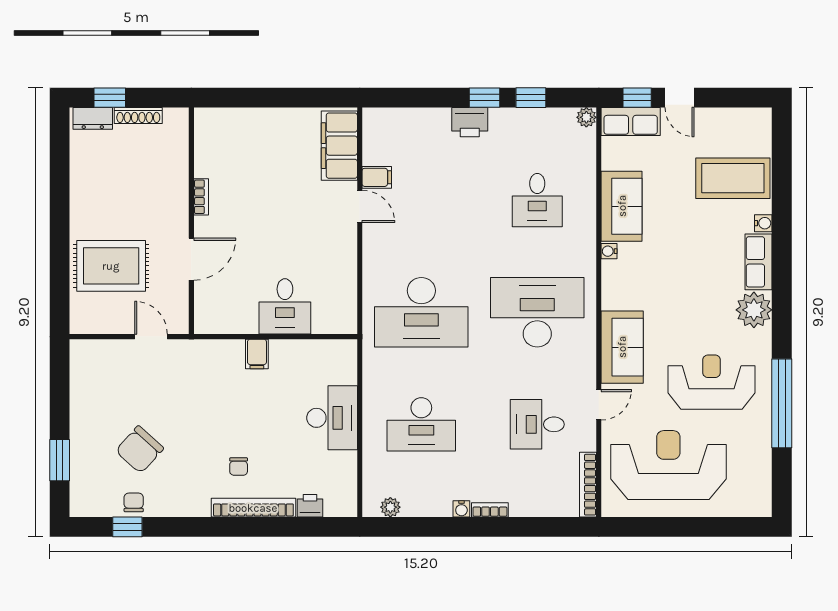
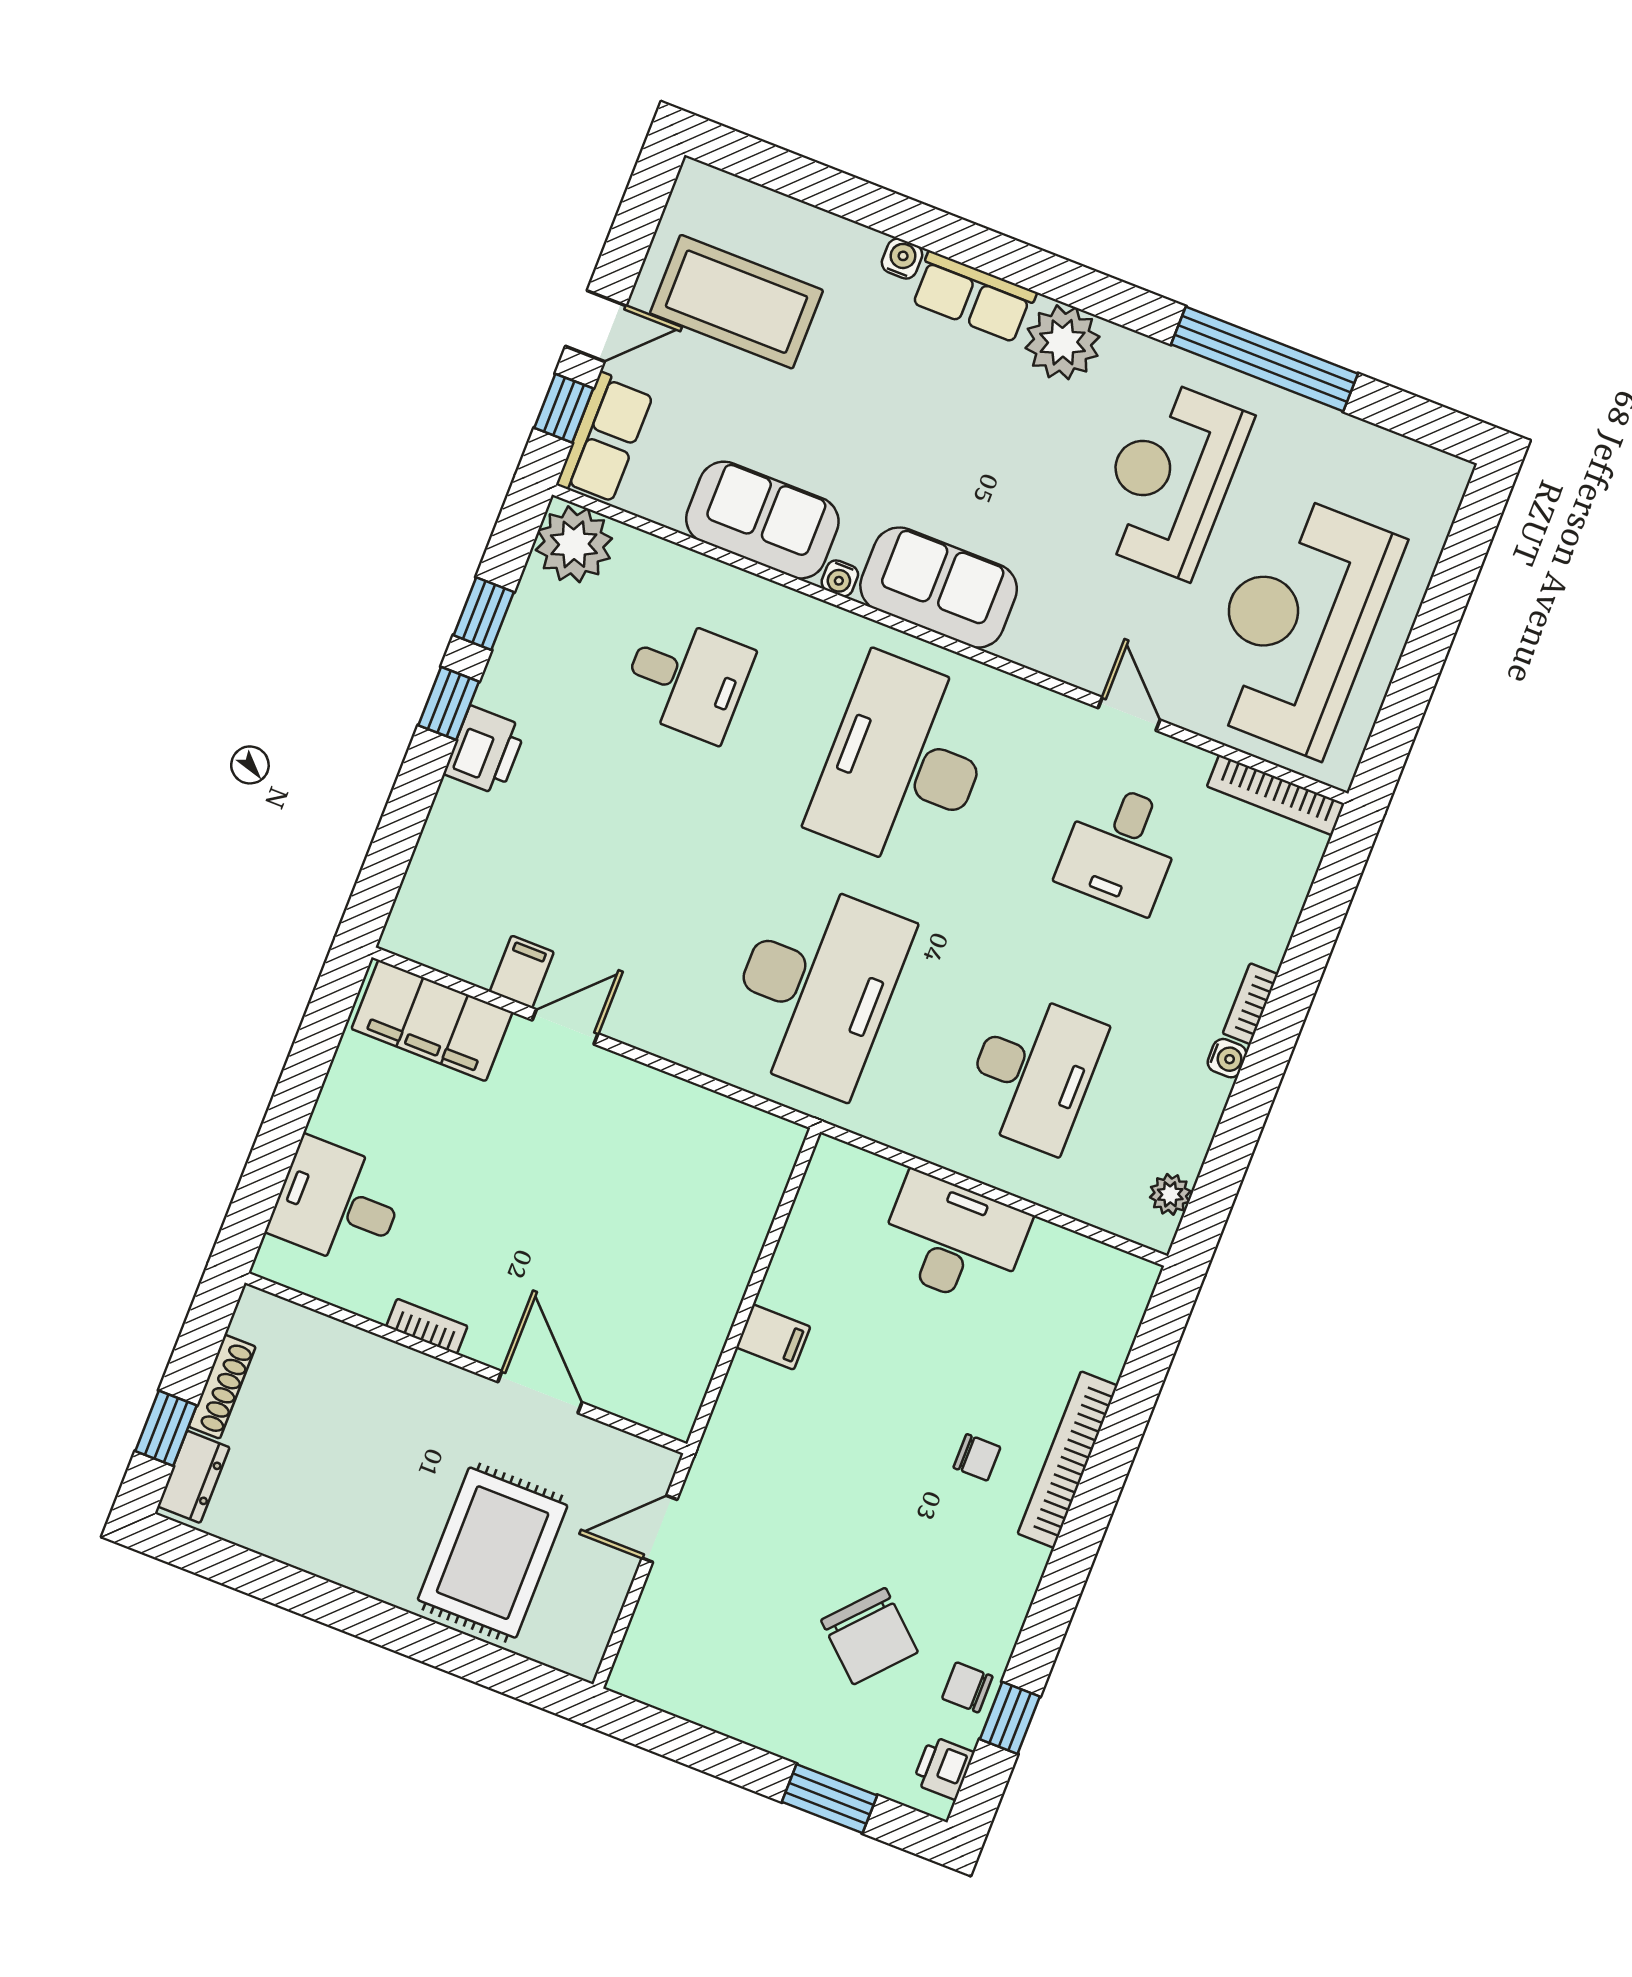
plant: (586, 117) -> (574, 544), width x1.88, depth x1.88
coffee table: (733, 178) -> (737, 302), moved, turned 90
desk: (285, 306) -> (337, 1203), moved, turned 180
sofa: (622, 347) -> (939, 588), moved
printer: (310, 506) -> (943, 1768), moved

